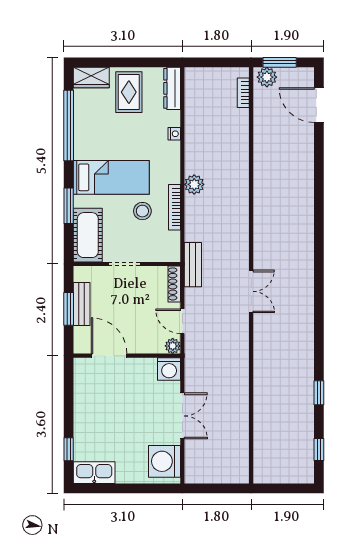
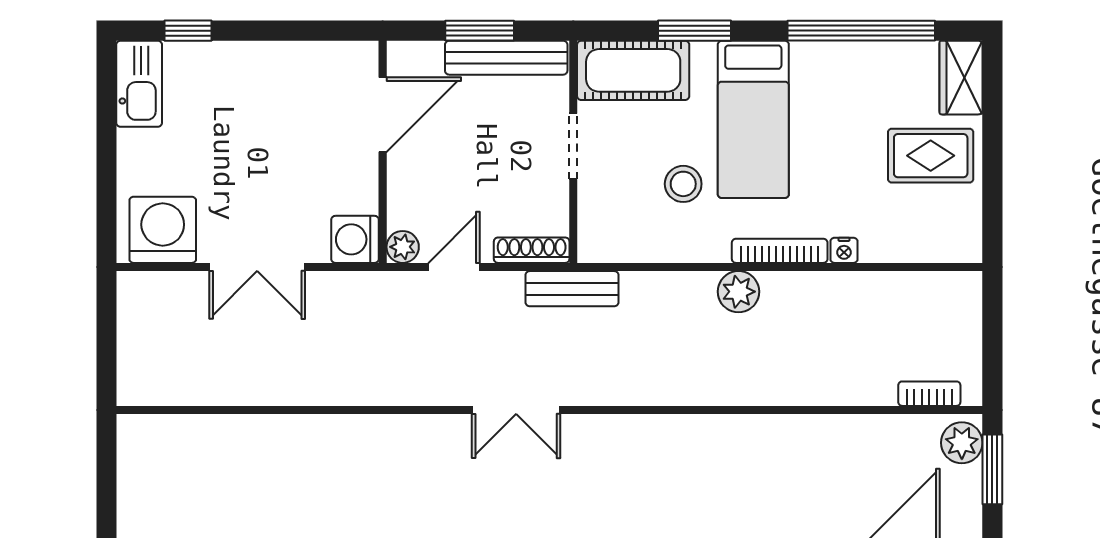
dresser: (172, 88) -> (938, 246), removed
bookcase: (175, 207) -> (780, 251), moved
bench: (82, 304) -> (506, 58), width x1.36

